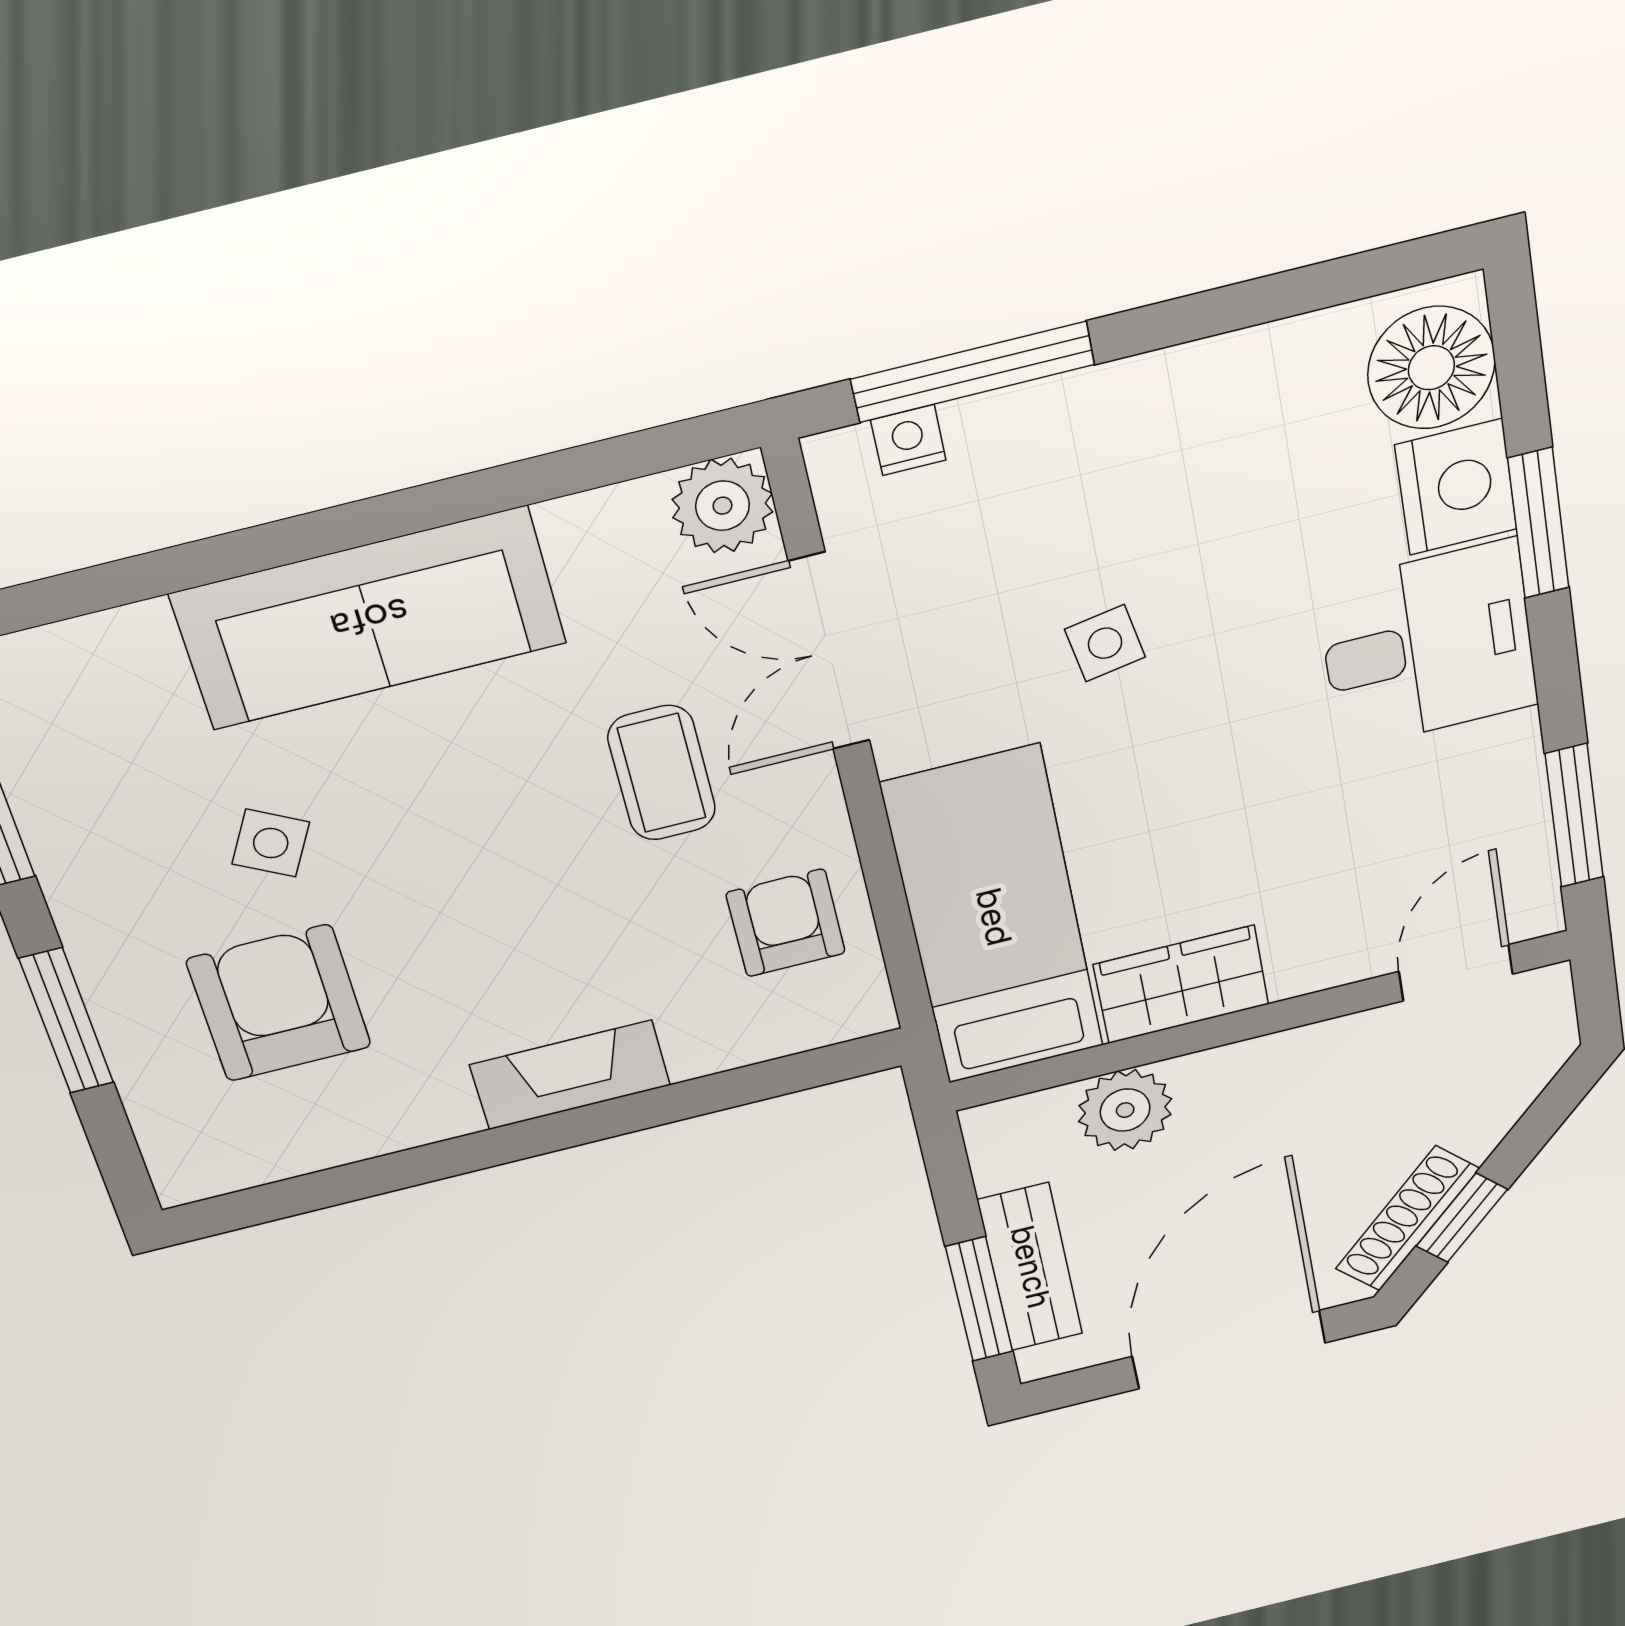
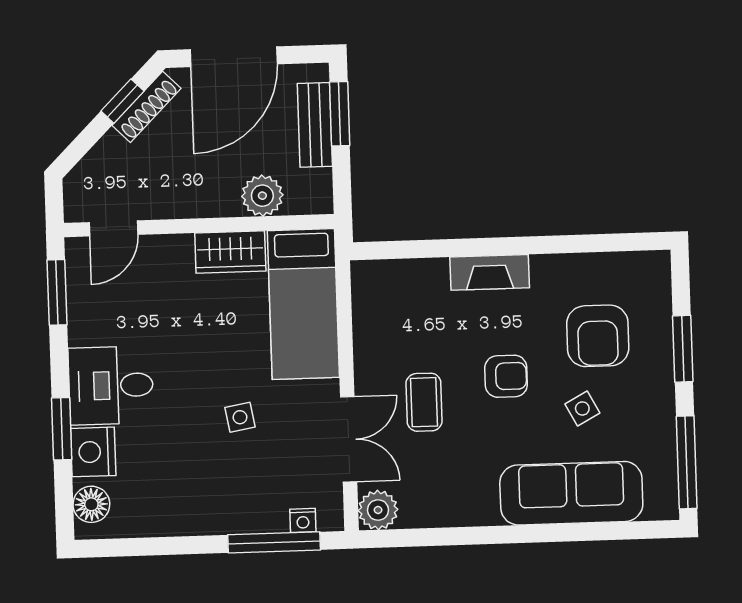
floor lamp: (1431, 368) -> (91, 504), width x0.73, depth x0.73
sofa: (369, 618) -> (571, 493), moved
side table: (271, 843) -> (582, 408), turned 33
armchair: (786, 923) -> (506, 376), moved, turned -90

